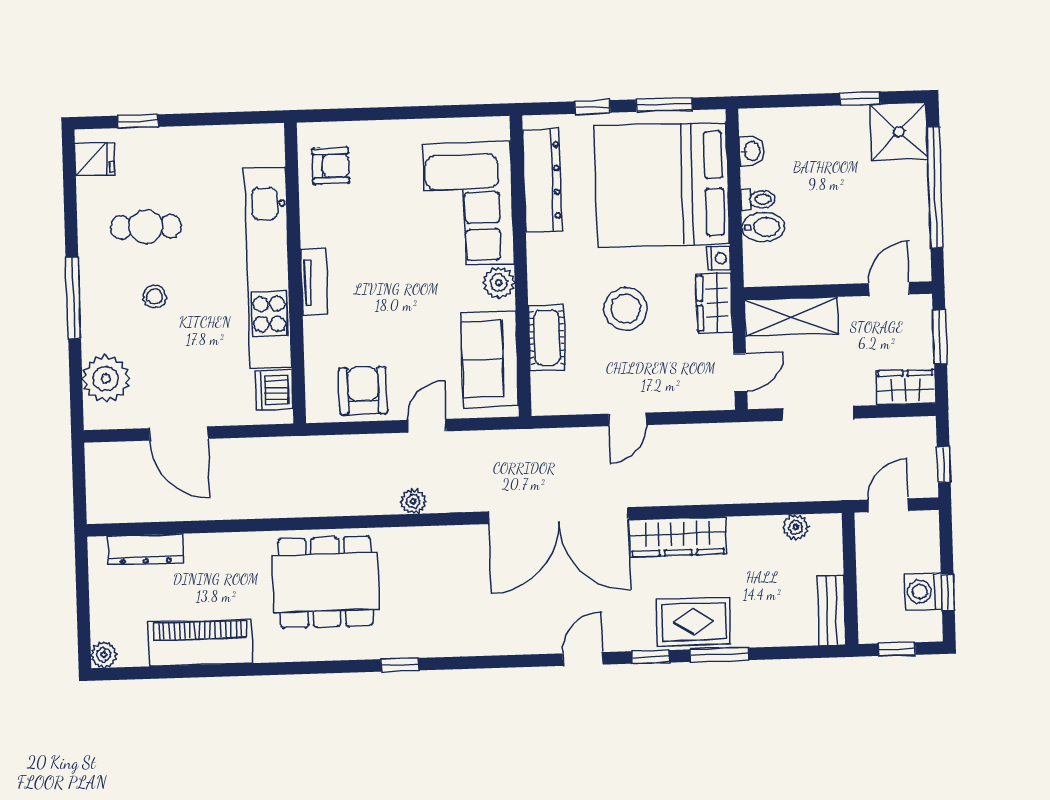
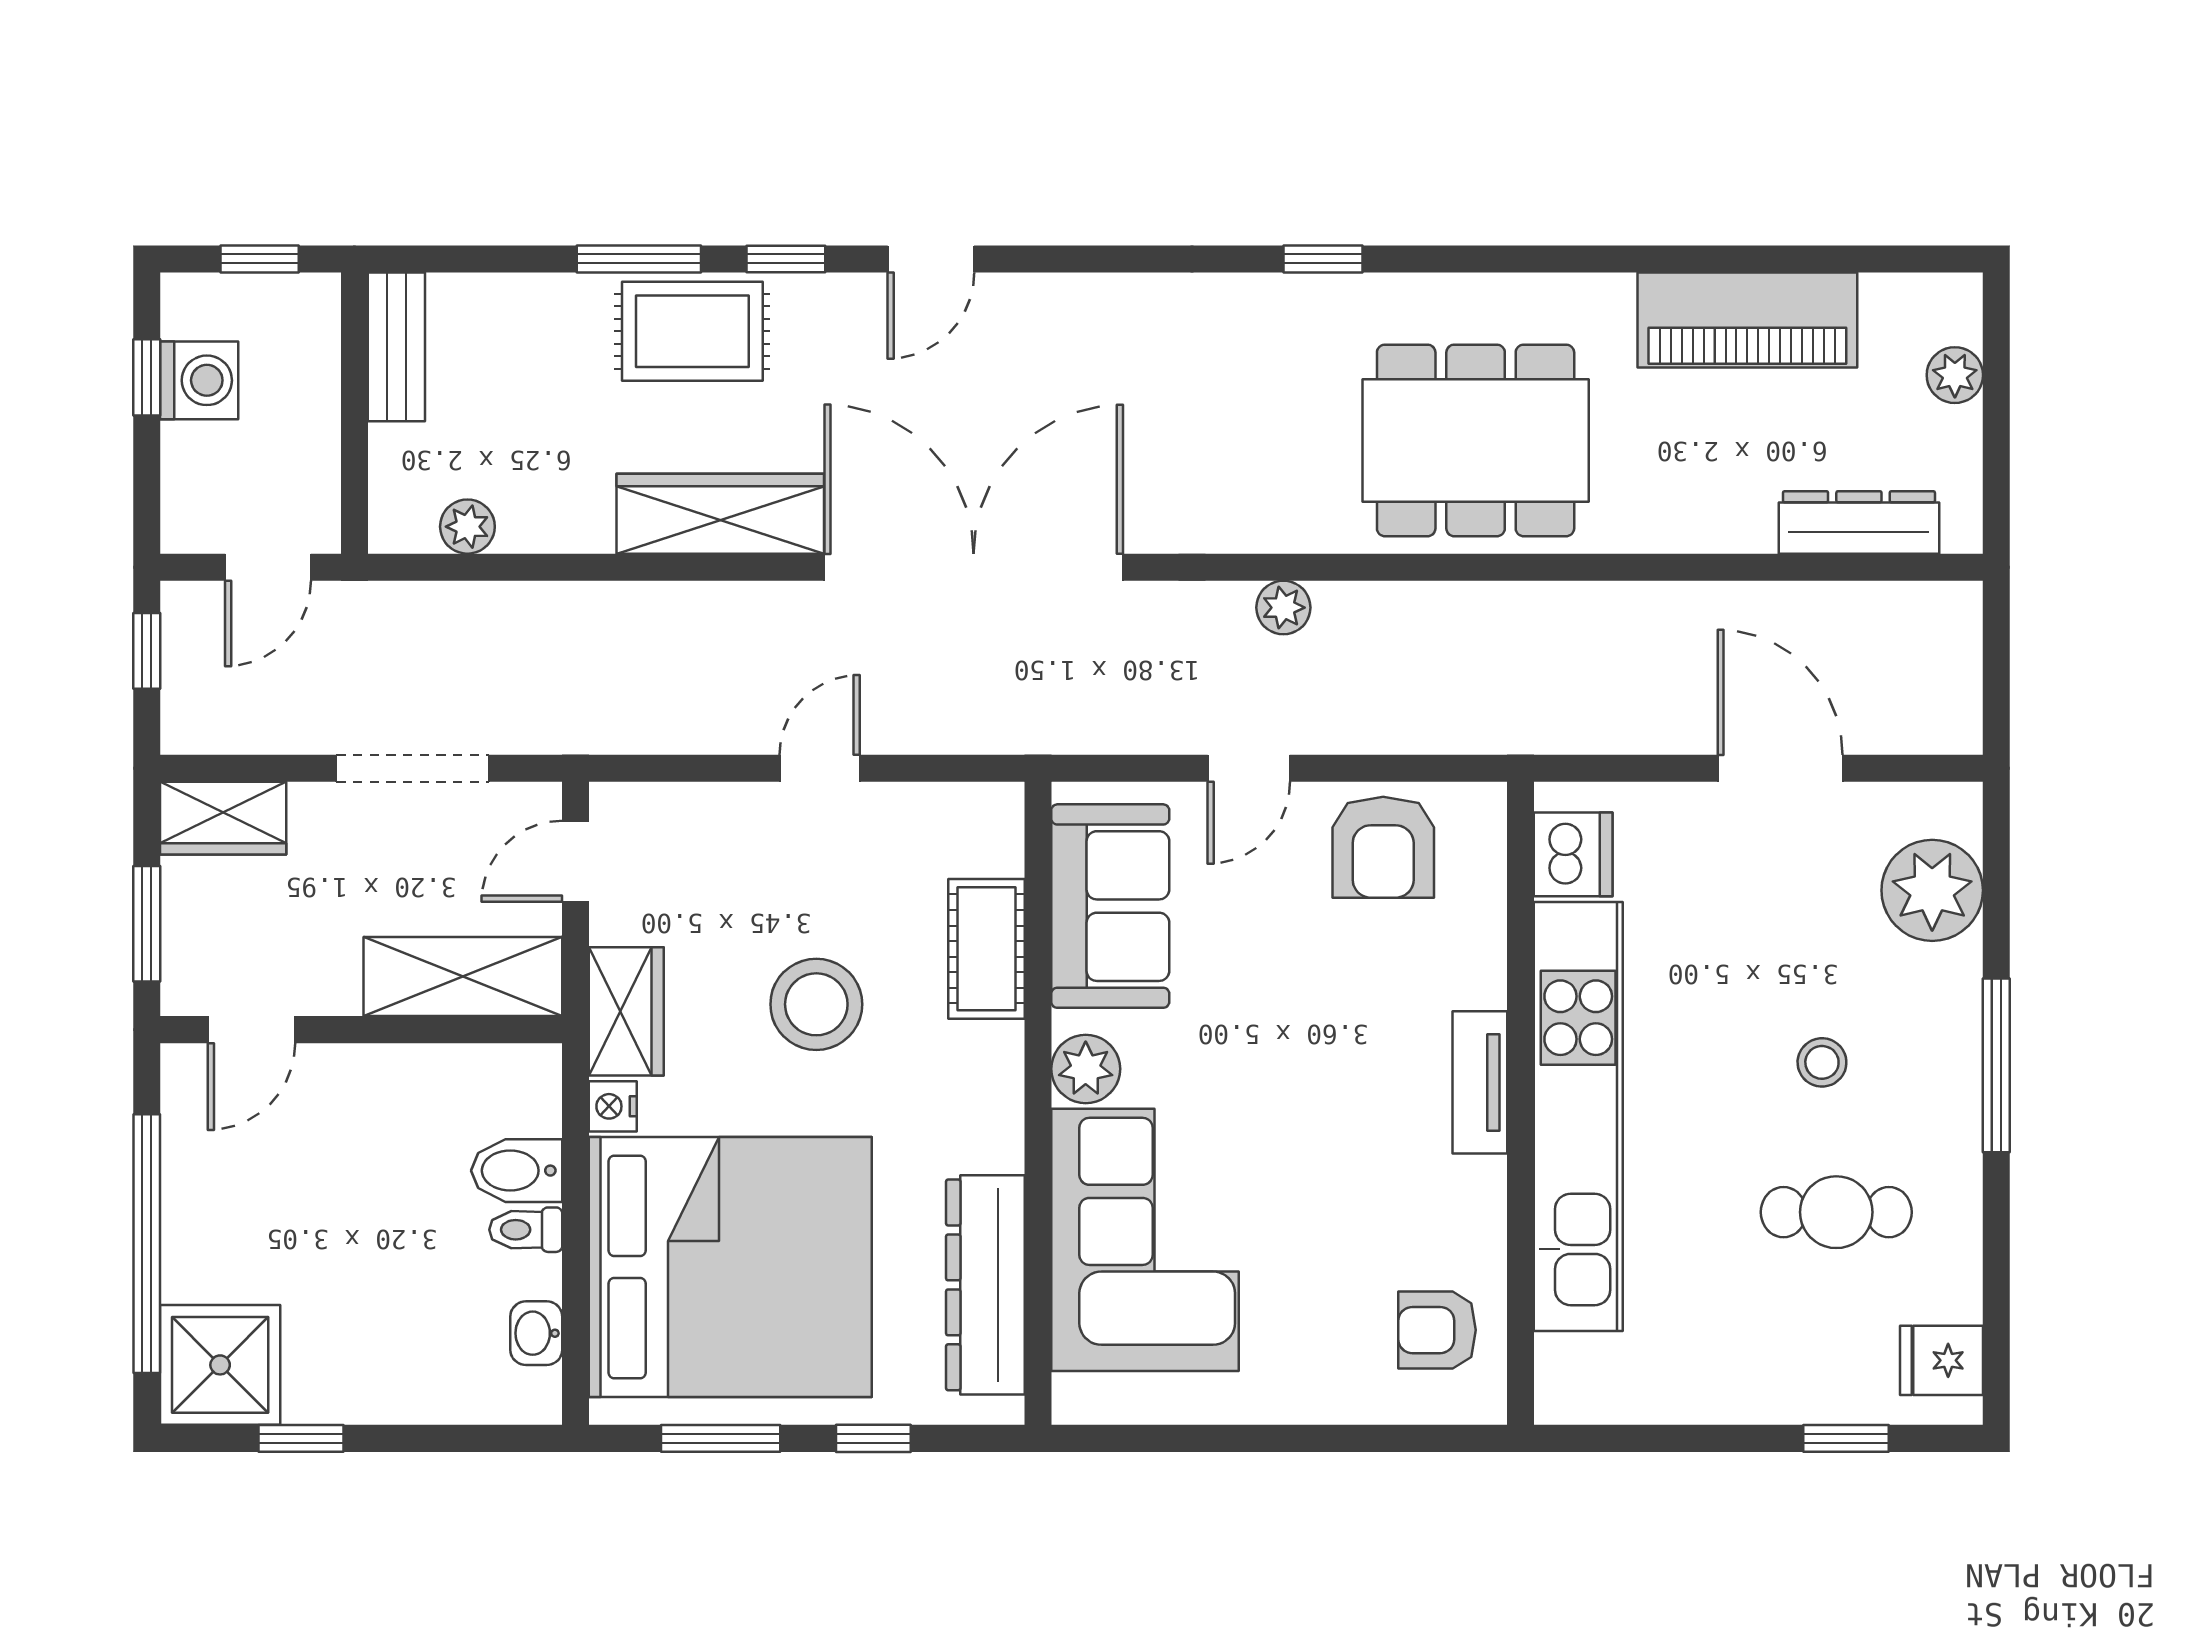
plant: (104, 655) -> (1955, 375), moved

